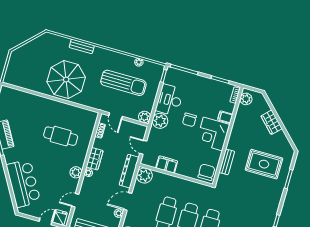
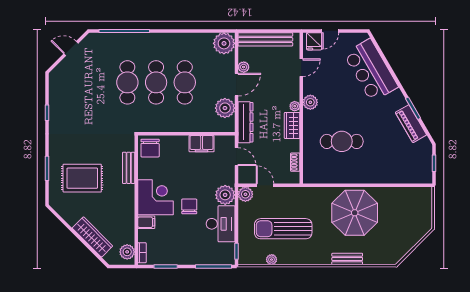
door: (116, 116) -> (265, 185), moved
wardrobe: (272, 122) -> (92, 237), width x1.50
plant: (144, 175) -> (225, 108), moved

